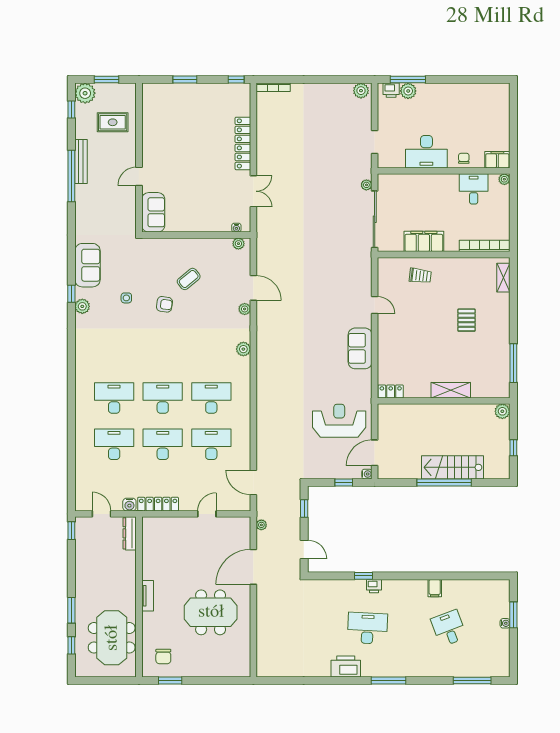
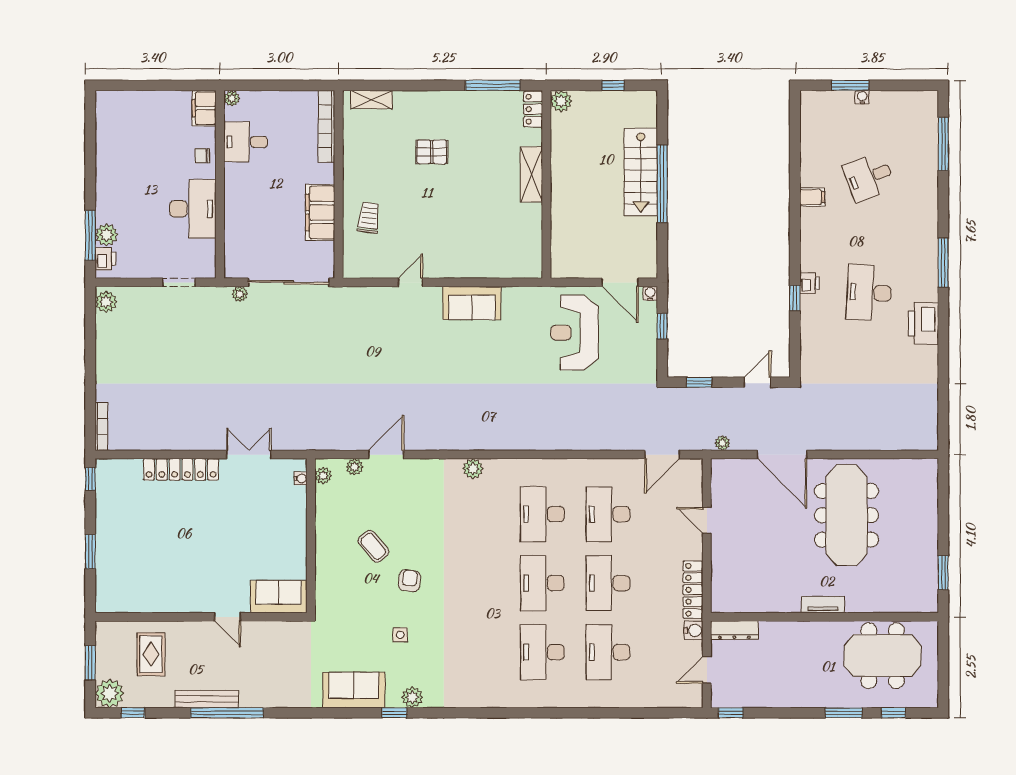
plant: (245, 309) -> (355, 467), moved
locker: (391, 391) -> (533, 109), moved
meeting table: (211, 612) -> (847, 515), width x1.36
chair: (163, 656) -> (909, 582), removed

